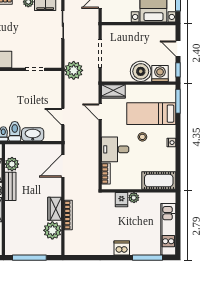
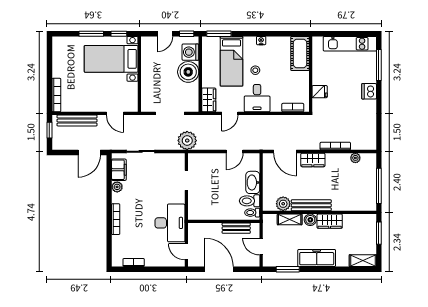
desk: (115, 149) -> (257, 98), moved
bench: (10, 186) -> (311, 205), width x1.36
plant: (134, 198) -> (318, 79), removed
wardrobe: (55, 209) -> (313, 160), moved
plant: (52, 230) -> (355, 158), width x0.53, depth x0.53

